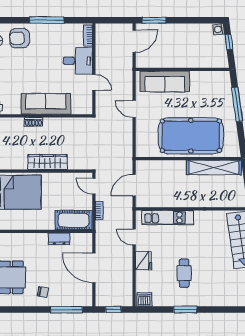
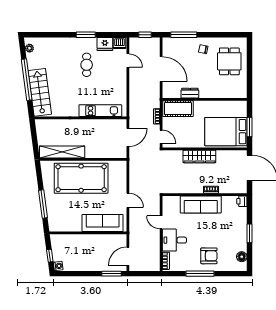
armchair: (19, 38) -> (209, 256), moved
door: (134, 237) -> (128, 61), moved
fridge: (144, 261) -> (105, 44), moved, turned -90

